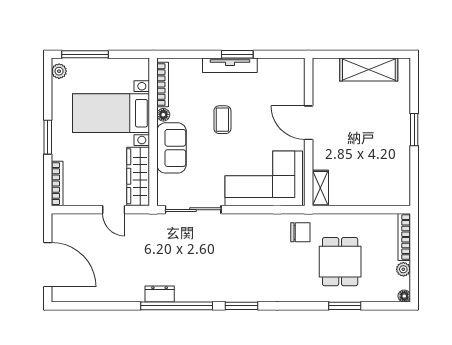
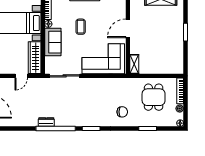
door: (309, 123) -> (128, 28), hinge flipped
door: (114, 210) -> (21, 76), hinge flipped
chair: (300, 232) -> (122, 112), moved
dining table: (340, 262) -> (154, 97), moved

